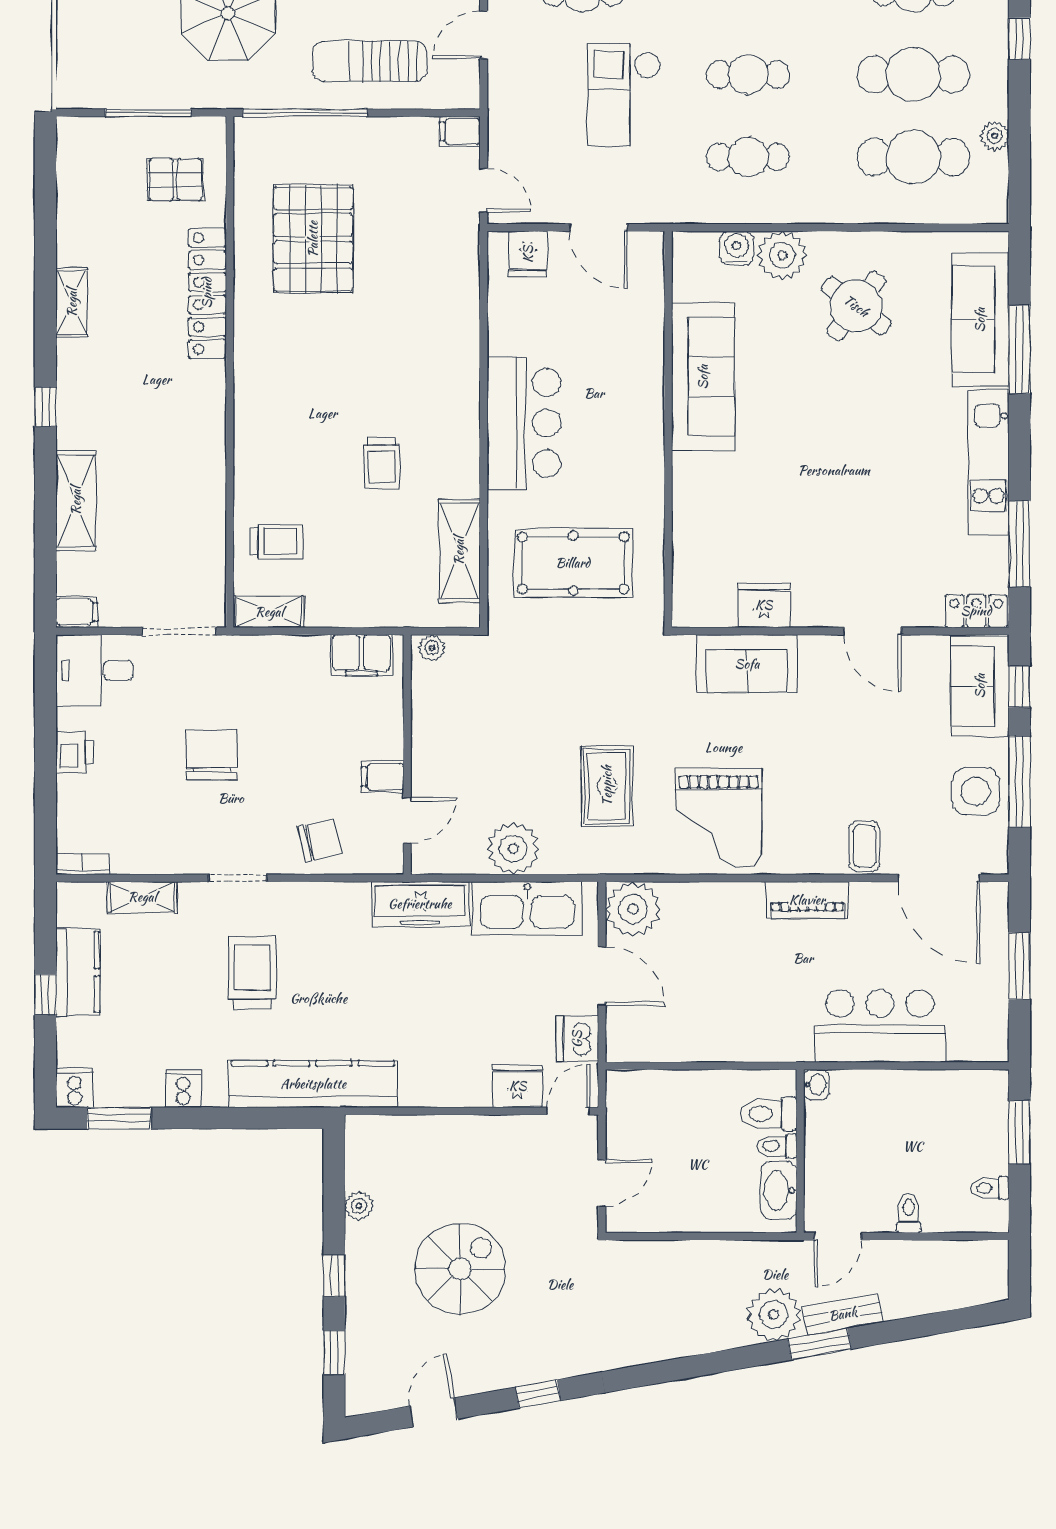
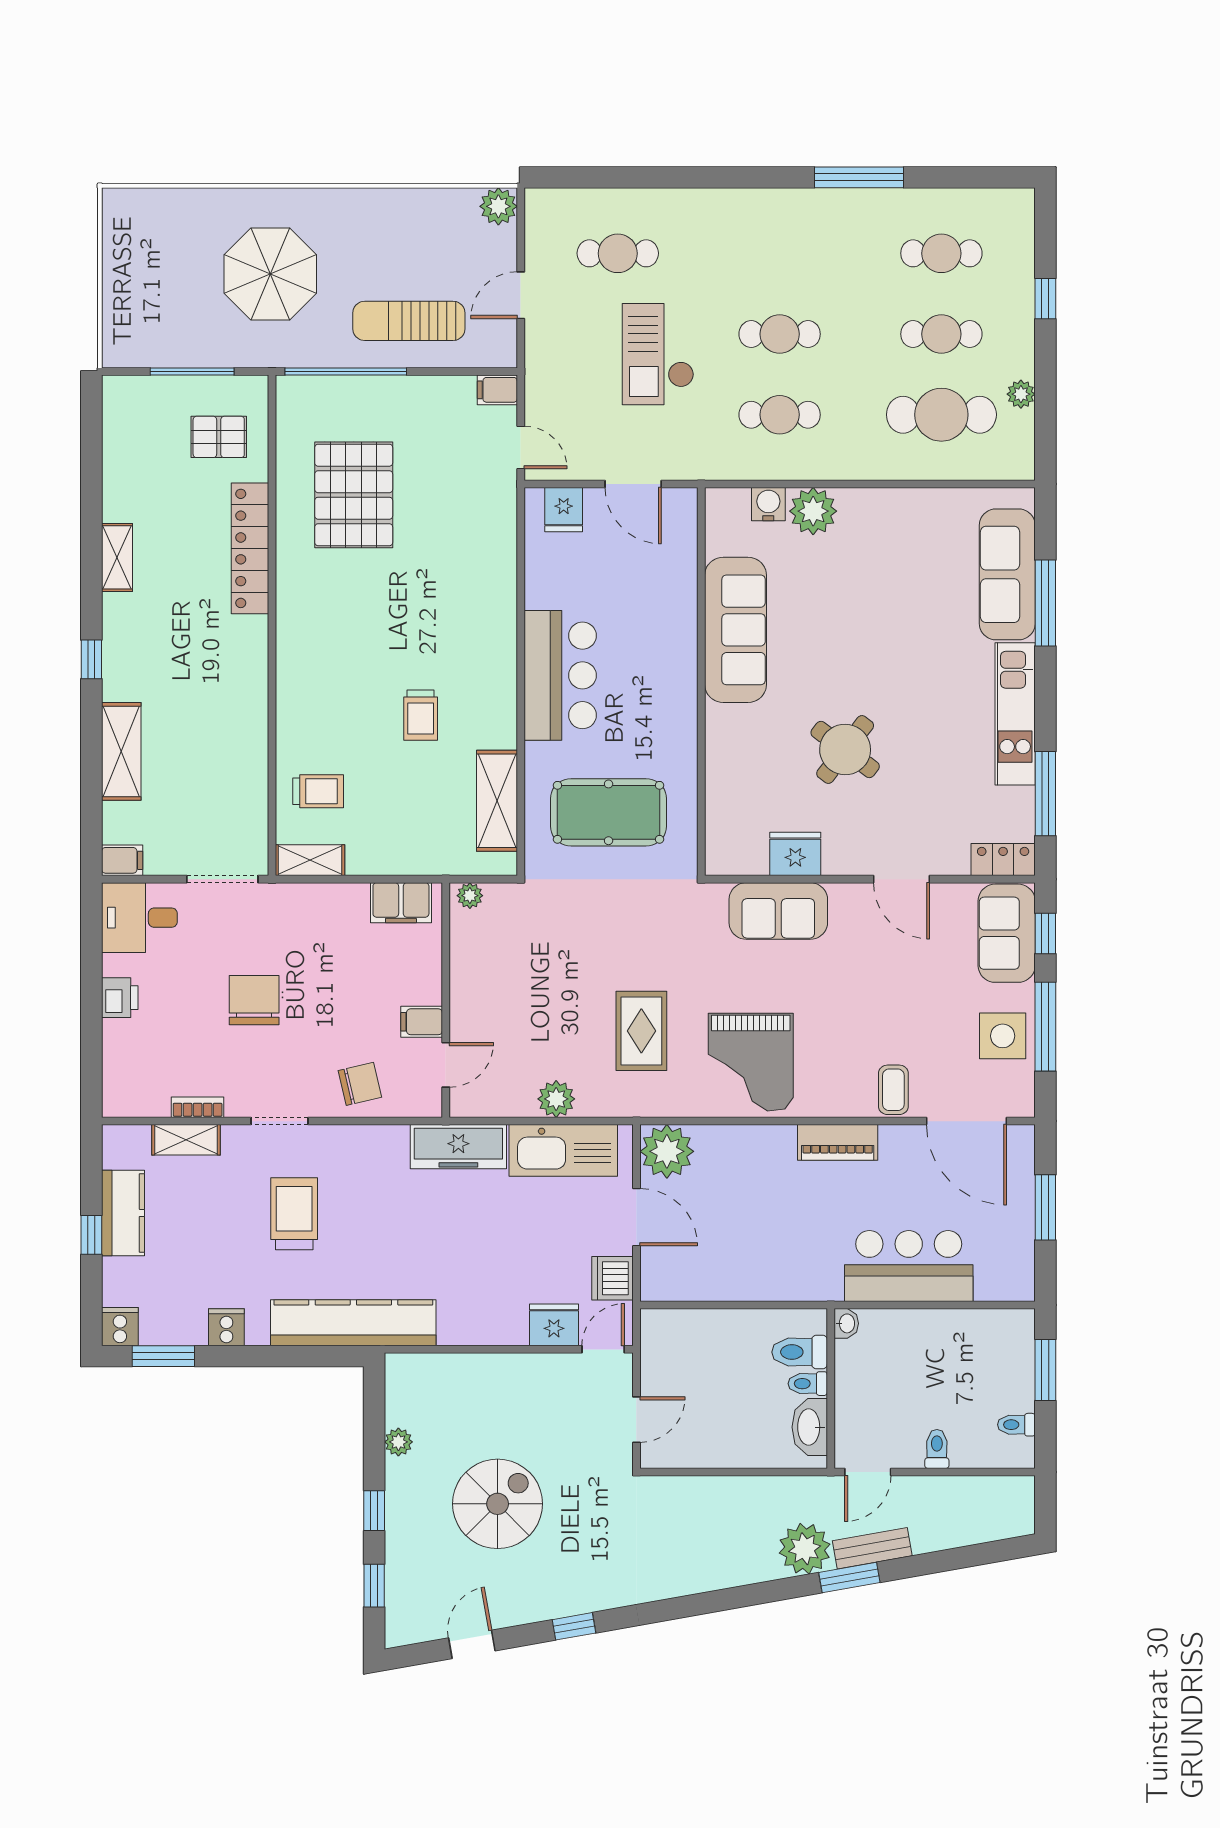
cafe table: (913, 75) -> (941, 334), width x0.73, depth x0.74
round table: (856, 306) -> (845, 749), moved
plant: (513, 849) -> (556, 1099), width x0.73, depth x0.73
bookcase: (82, 864) -> (198, 1107), moved

